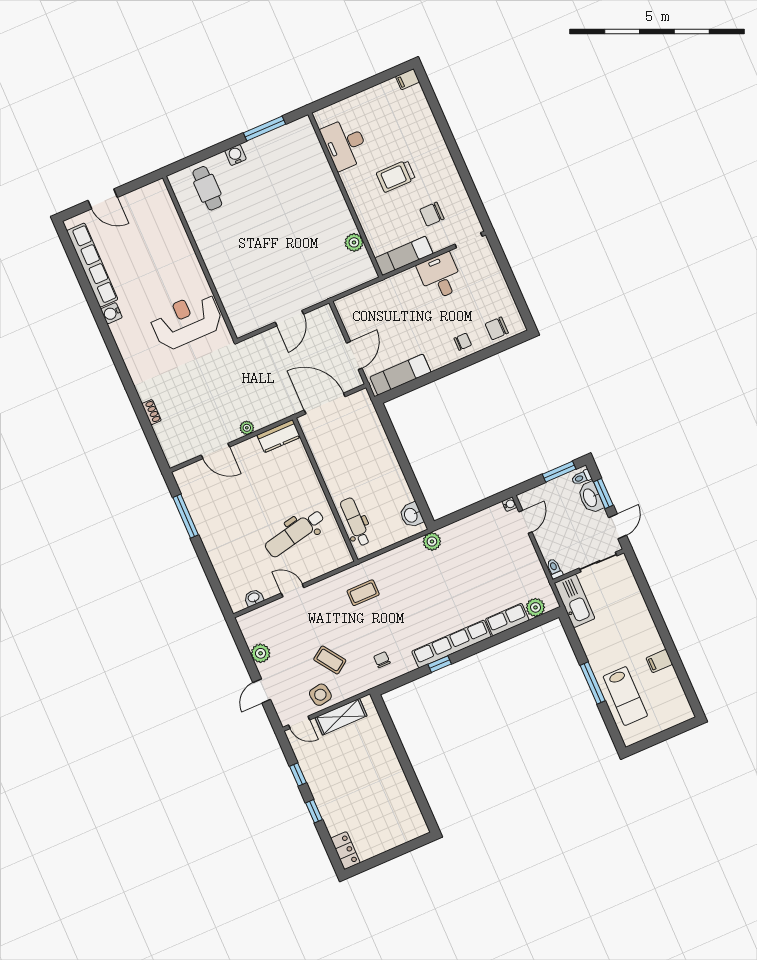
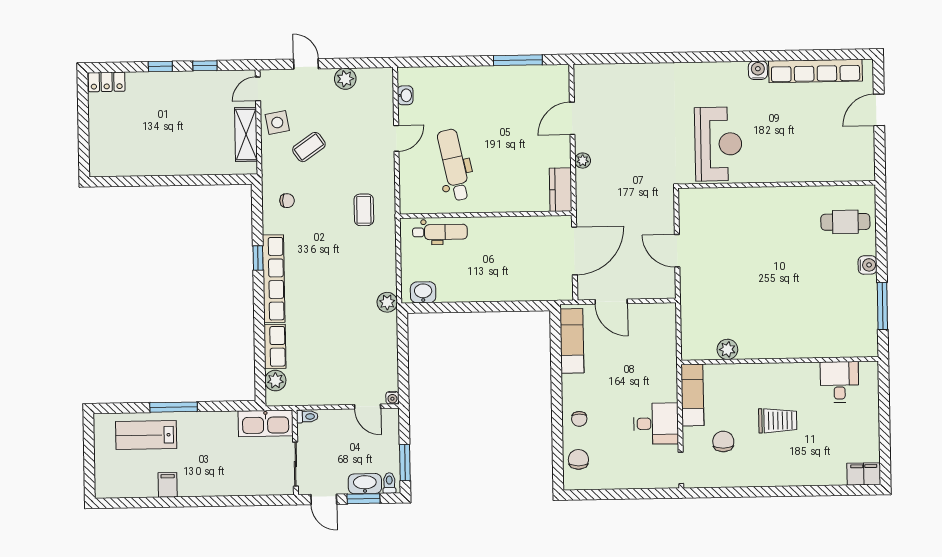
filing cabinet: (408, 79) -> (864, 474), width x2.00
desk: (345, 144) -> (839, 382), width x0.73
trolley: (396, 176) -> (778, 421), turned 90
shoe rack: (151, 412) -> (639, 69), removed

